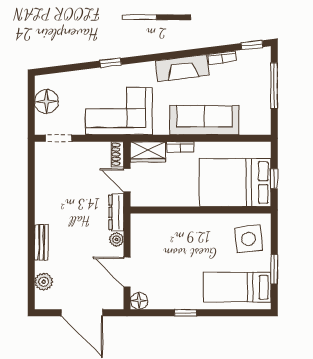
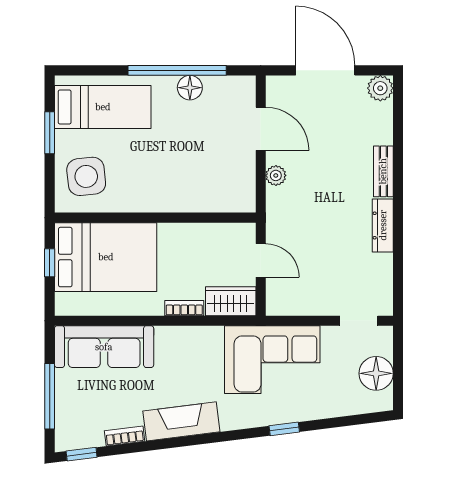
sofa: (204, 120) -> (104, 347), moved
shoe rack: (117, 154) -> (274, 298), removed
dresser: (116, 212) -> (383, 225), moved, turned 180
plant: (44, 282) -> (380, 88), moved
floor lamp: (139, 301) -> (190, 88), moved
window: (185, 313) -> (177, 70), width x3.17

